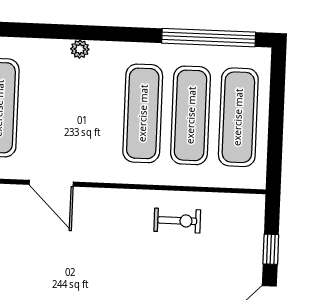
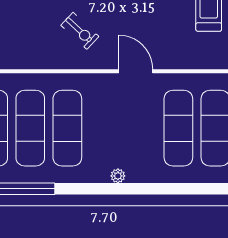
exercise bike: (177, 221) -> (80, 31), moved, turned -137

